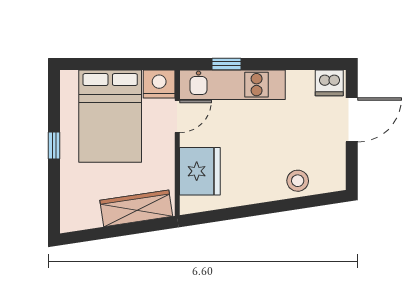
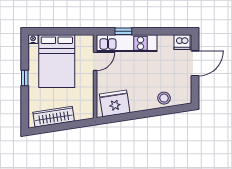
nightstand: (159, 84) -> (33, 39), moved, width x0.53, depth x0.56
fridge: (200, 171) -> (115, 103), moved, turned -99
wardrobe: (136, 208) -> (54, 117), moved

